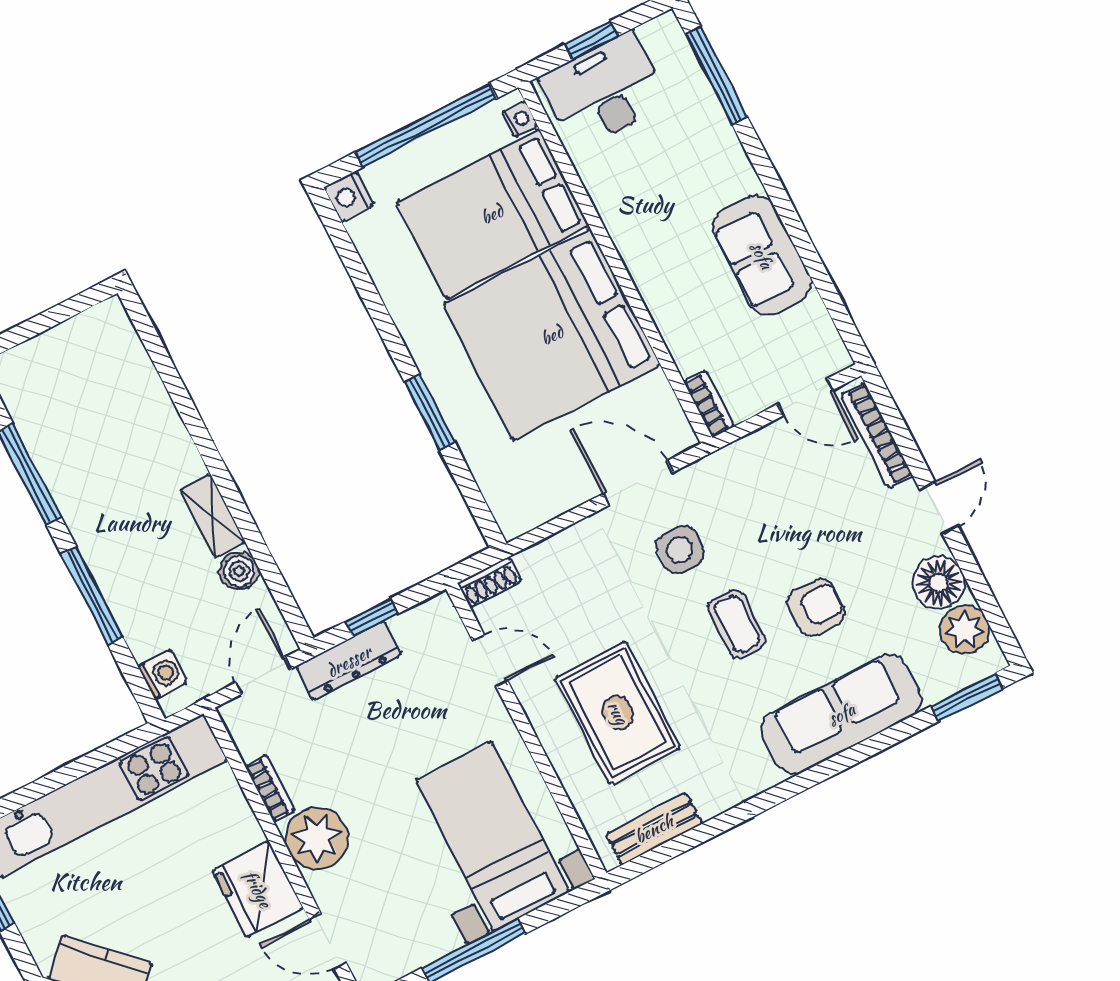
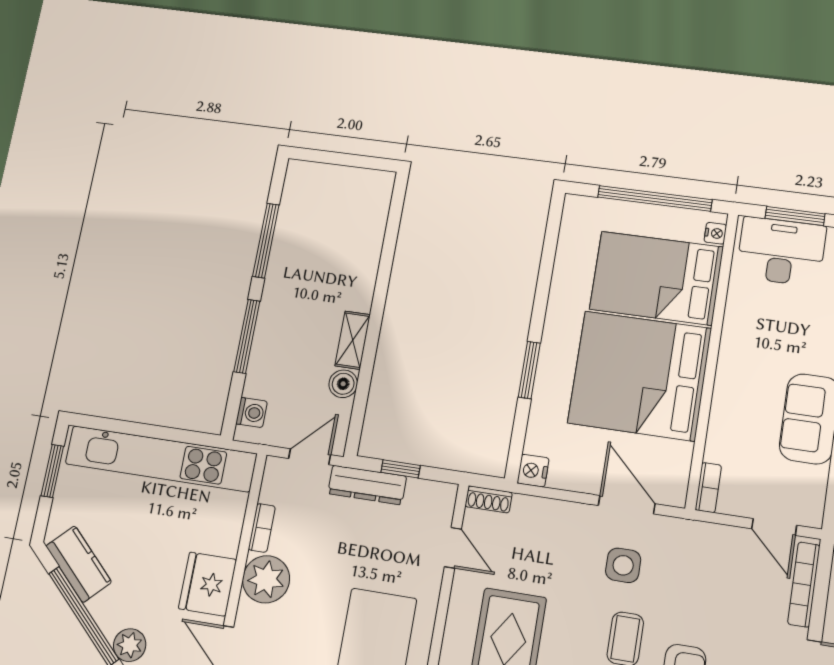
window: (591, 40) -> (795, 216), width x1.50
nightstand: (349, 196) -> (533, 471), moved

